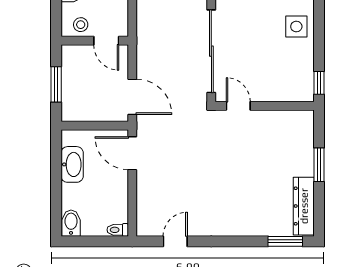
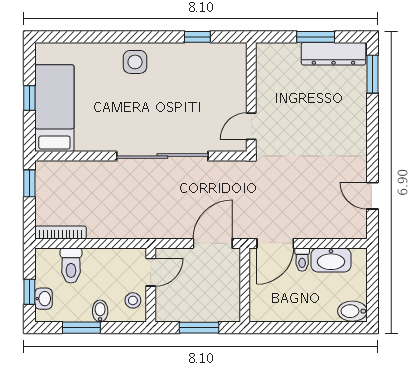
door: (238, 106) -> (251, 126), moved
wall: (265, 106) -> (251, 97), moved
washbasin: (72, 164) -> (331, 260), moved, turned 180
window: (319, 165) -> (316, 37), moved
toilet: (118, 230) -> (302, 260), moved

